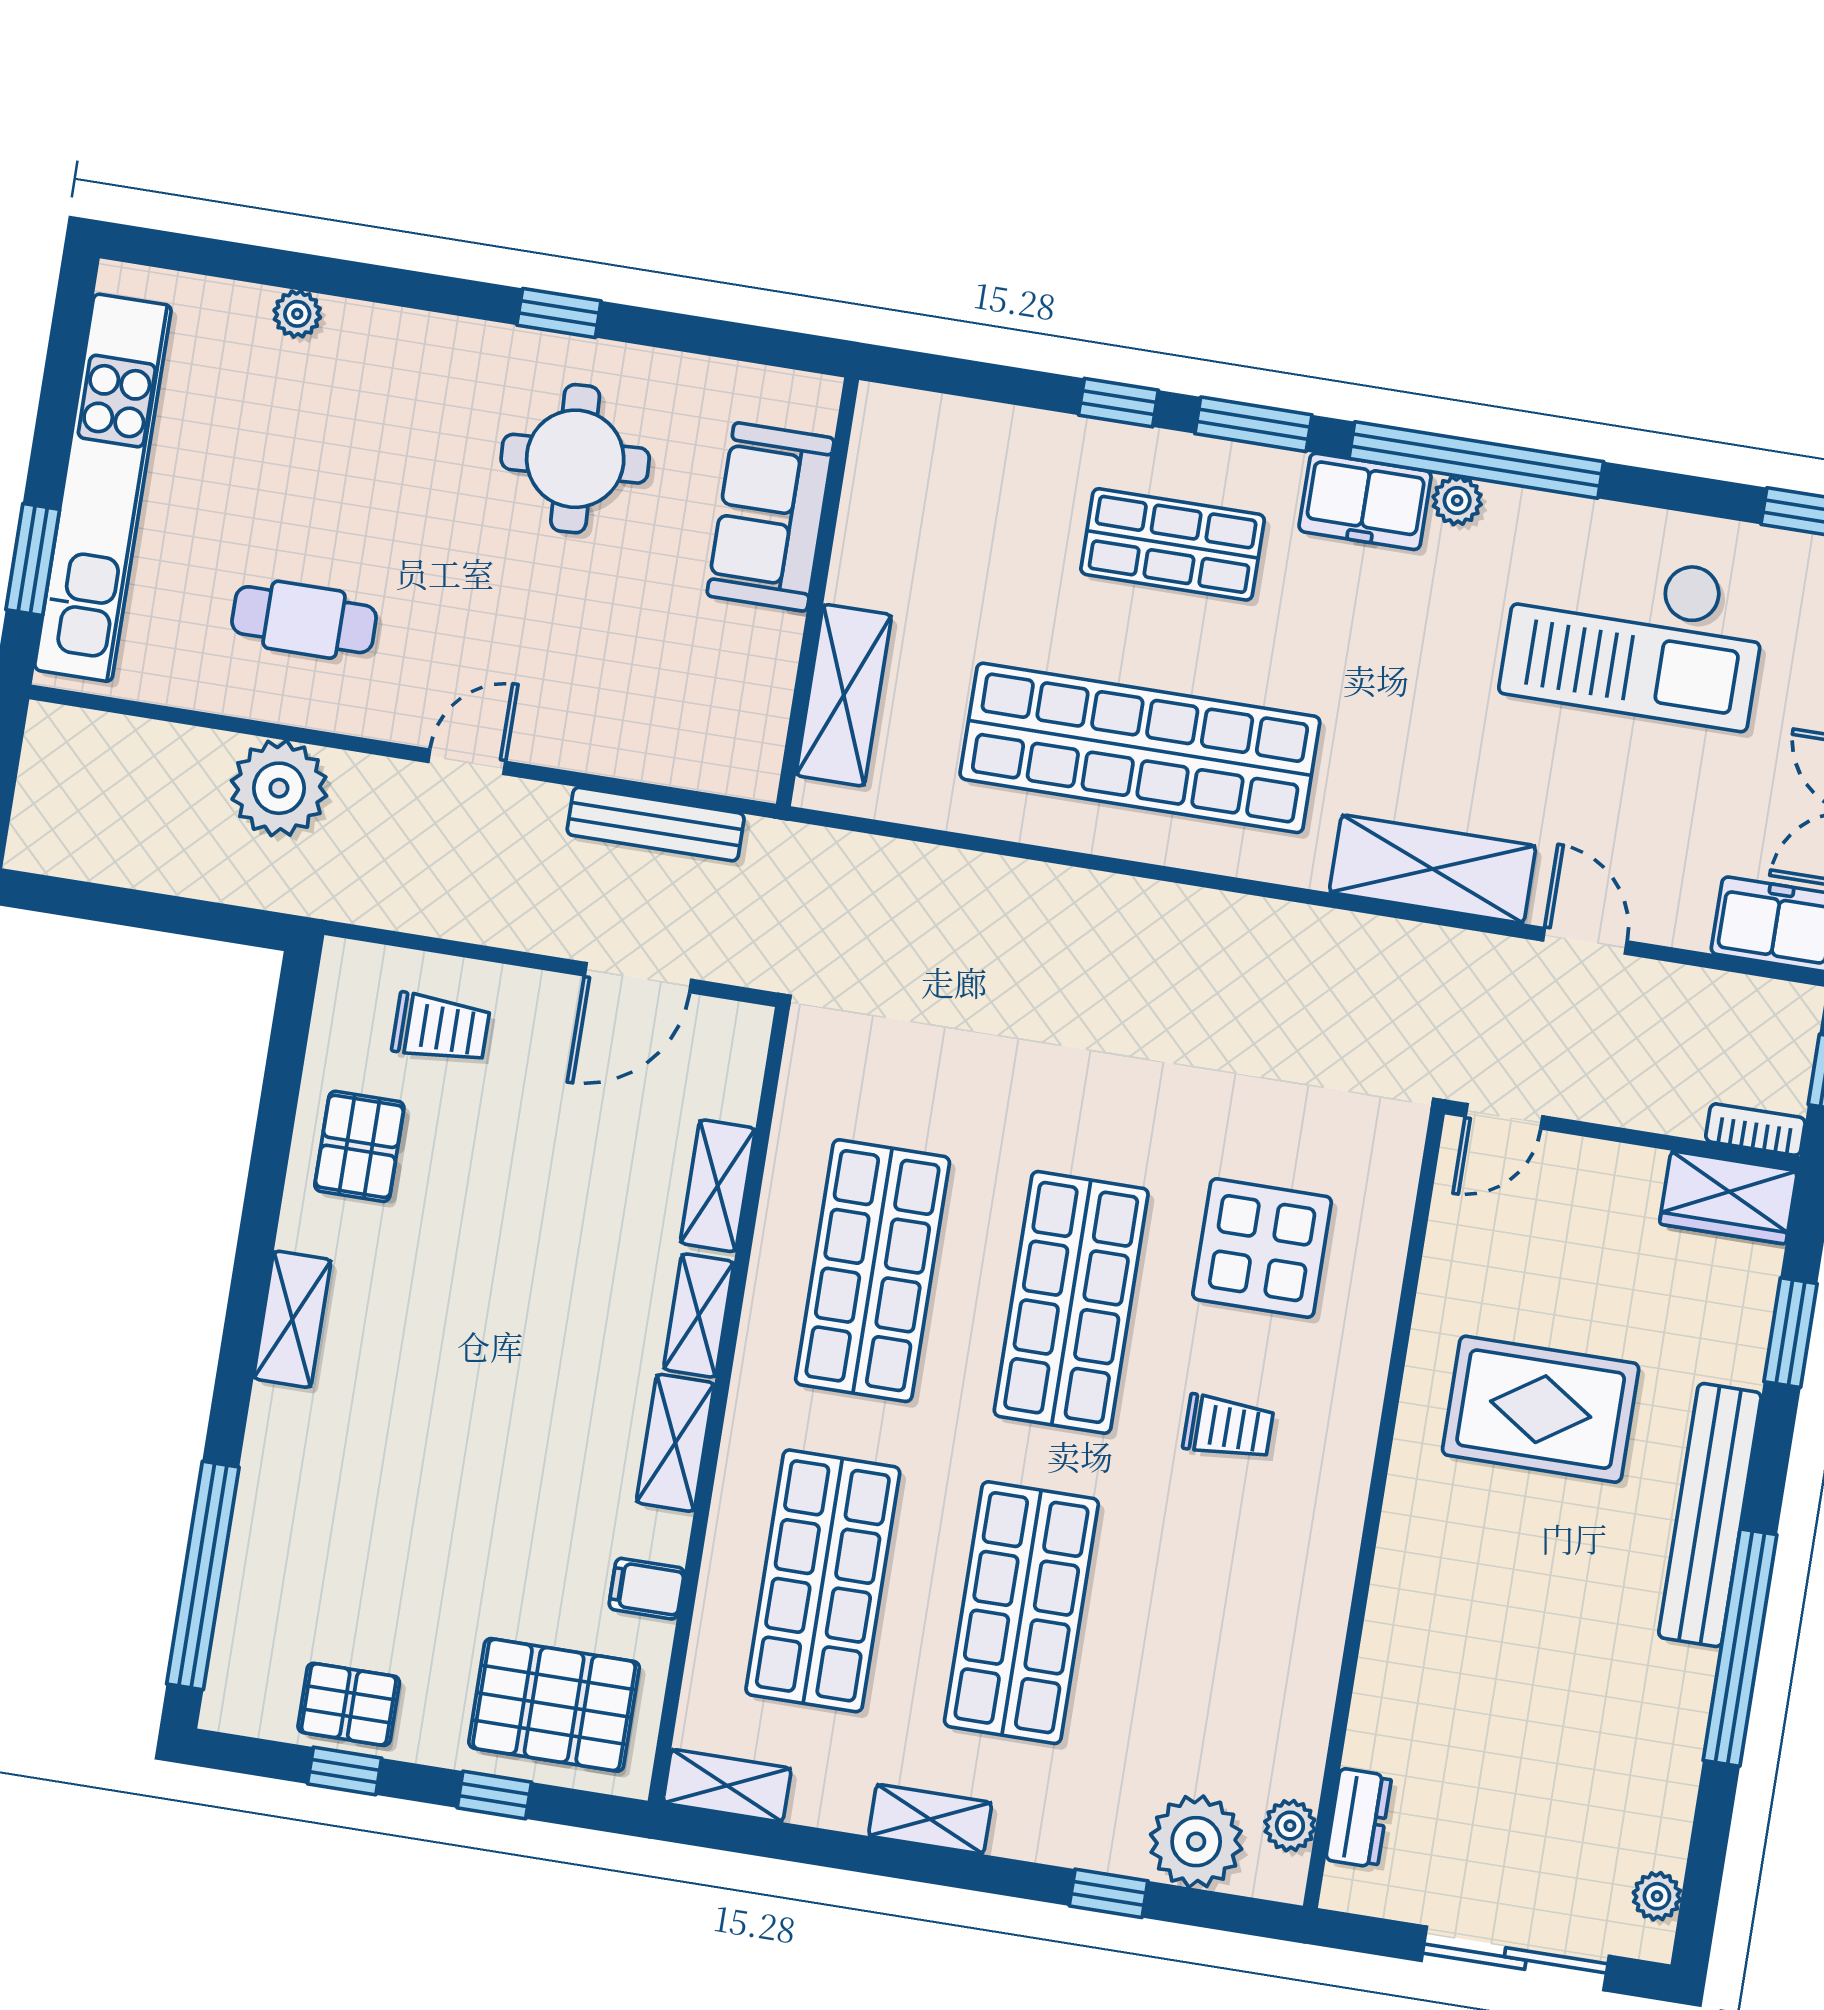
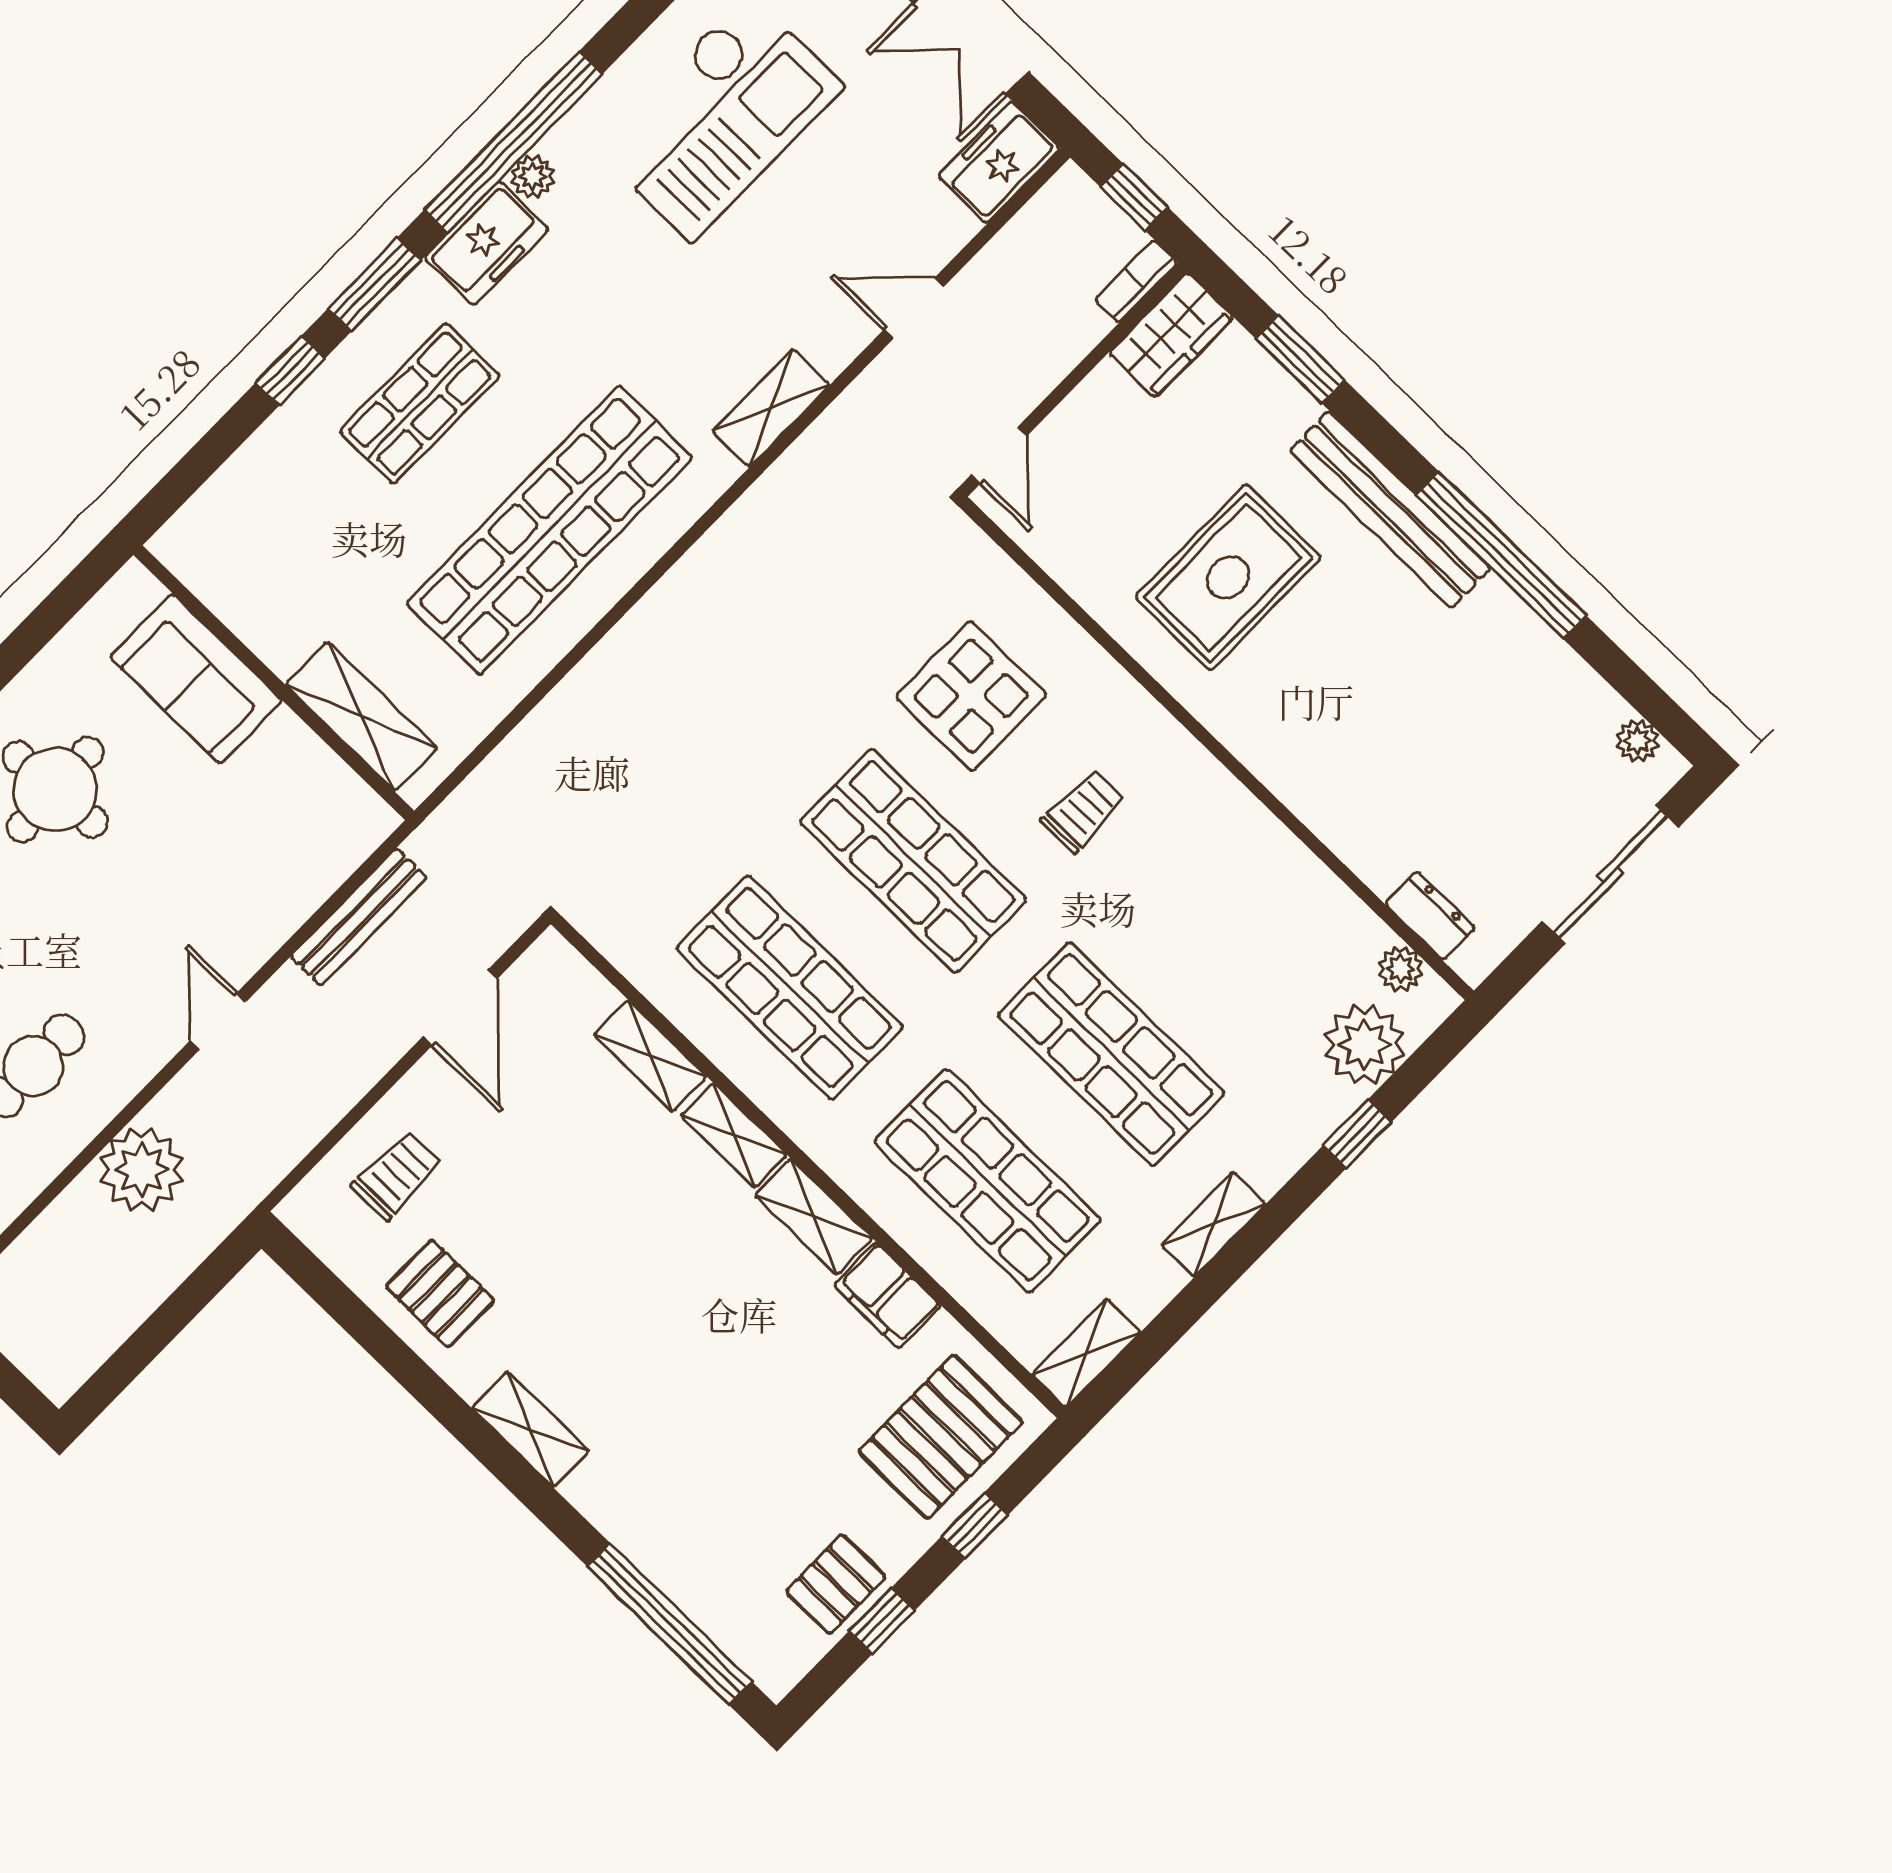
shelving: (1433, 869) -> (771, 408), width x0.67, depth x0.75
filing cabinet: (647, 1589) -> (887, 1295), width x2.00

